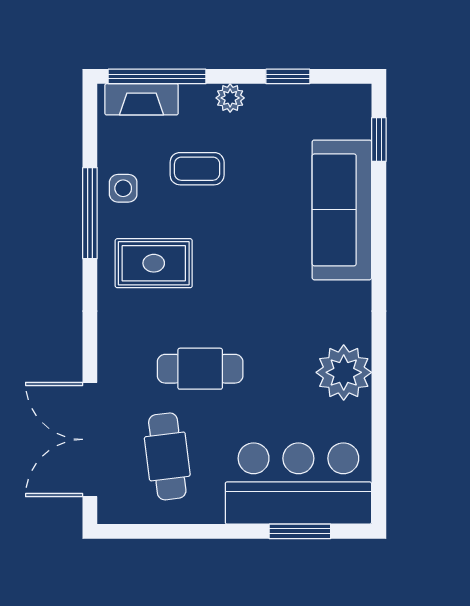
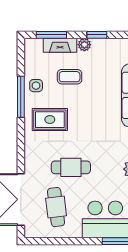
window: (157, 76) -> (51, 35), width x0.69
window: (288, 76) -> (97, 35), moved
fireplace: (142, 99) -> (60, 45), moved

